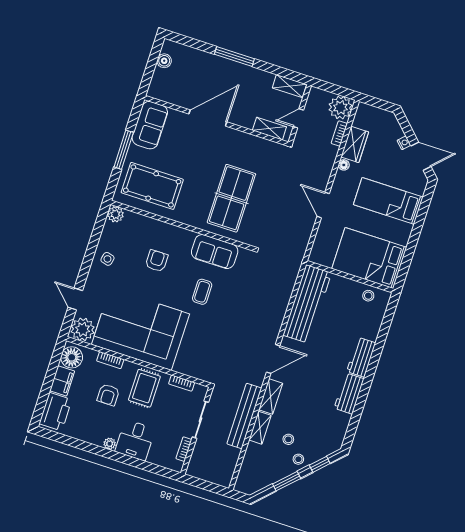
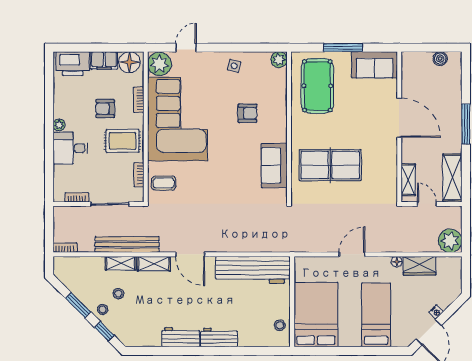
shelving: (289, 86) -> (452, 178), width x1.50, depth x1.33
bookcase: (339, 134) -> (65, 248), moved
coffee table: (202, 292) -> (164, 183), moved

